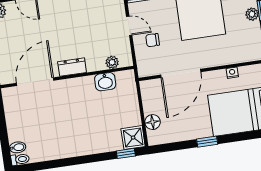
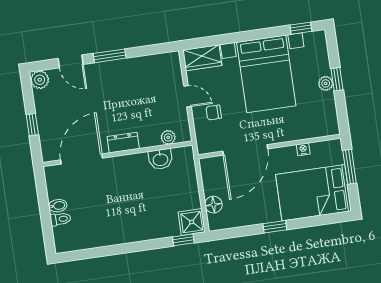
bidet: (18, 147) -> (58, 206), moved
toilet: (20, 159) -> (60, 219), moved

